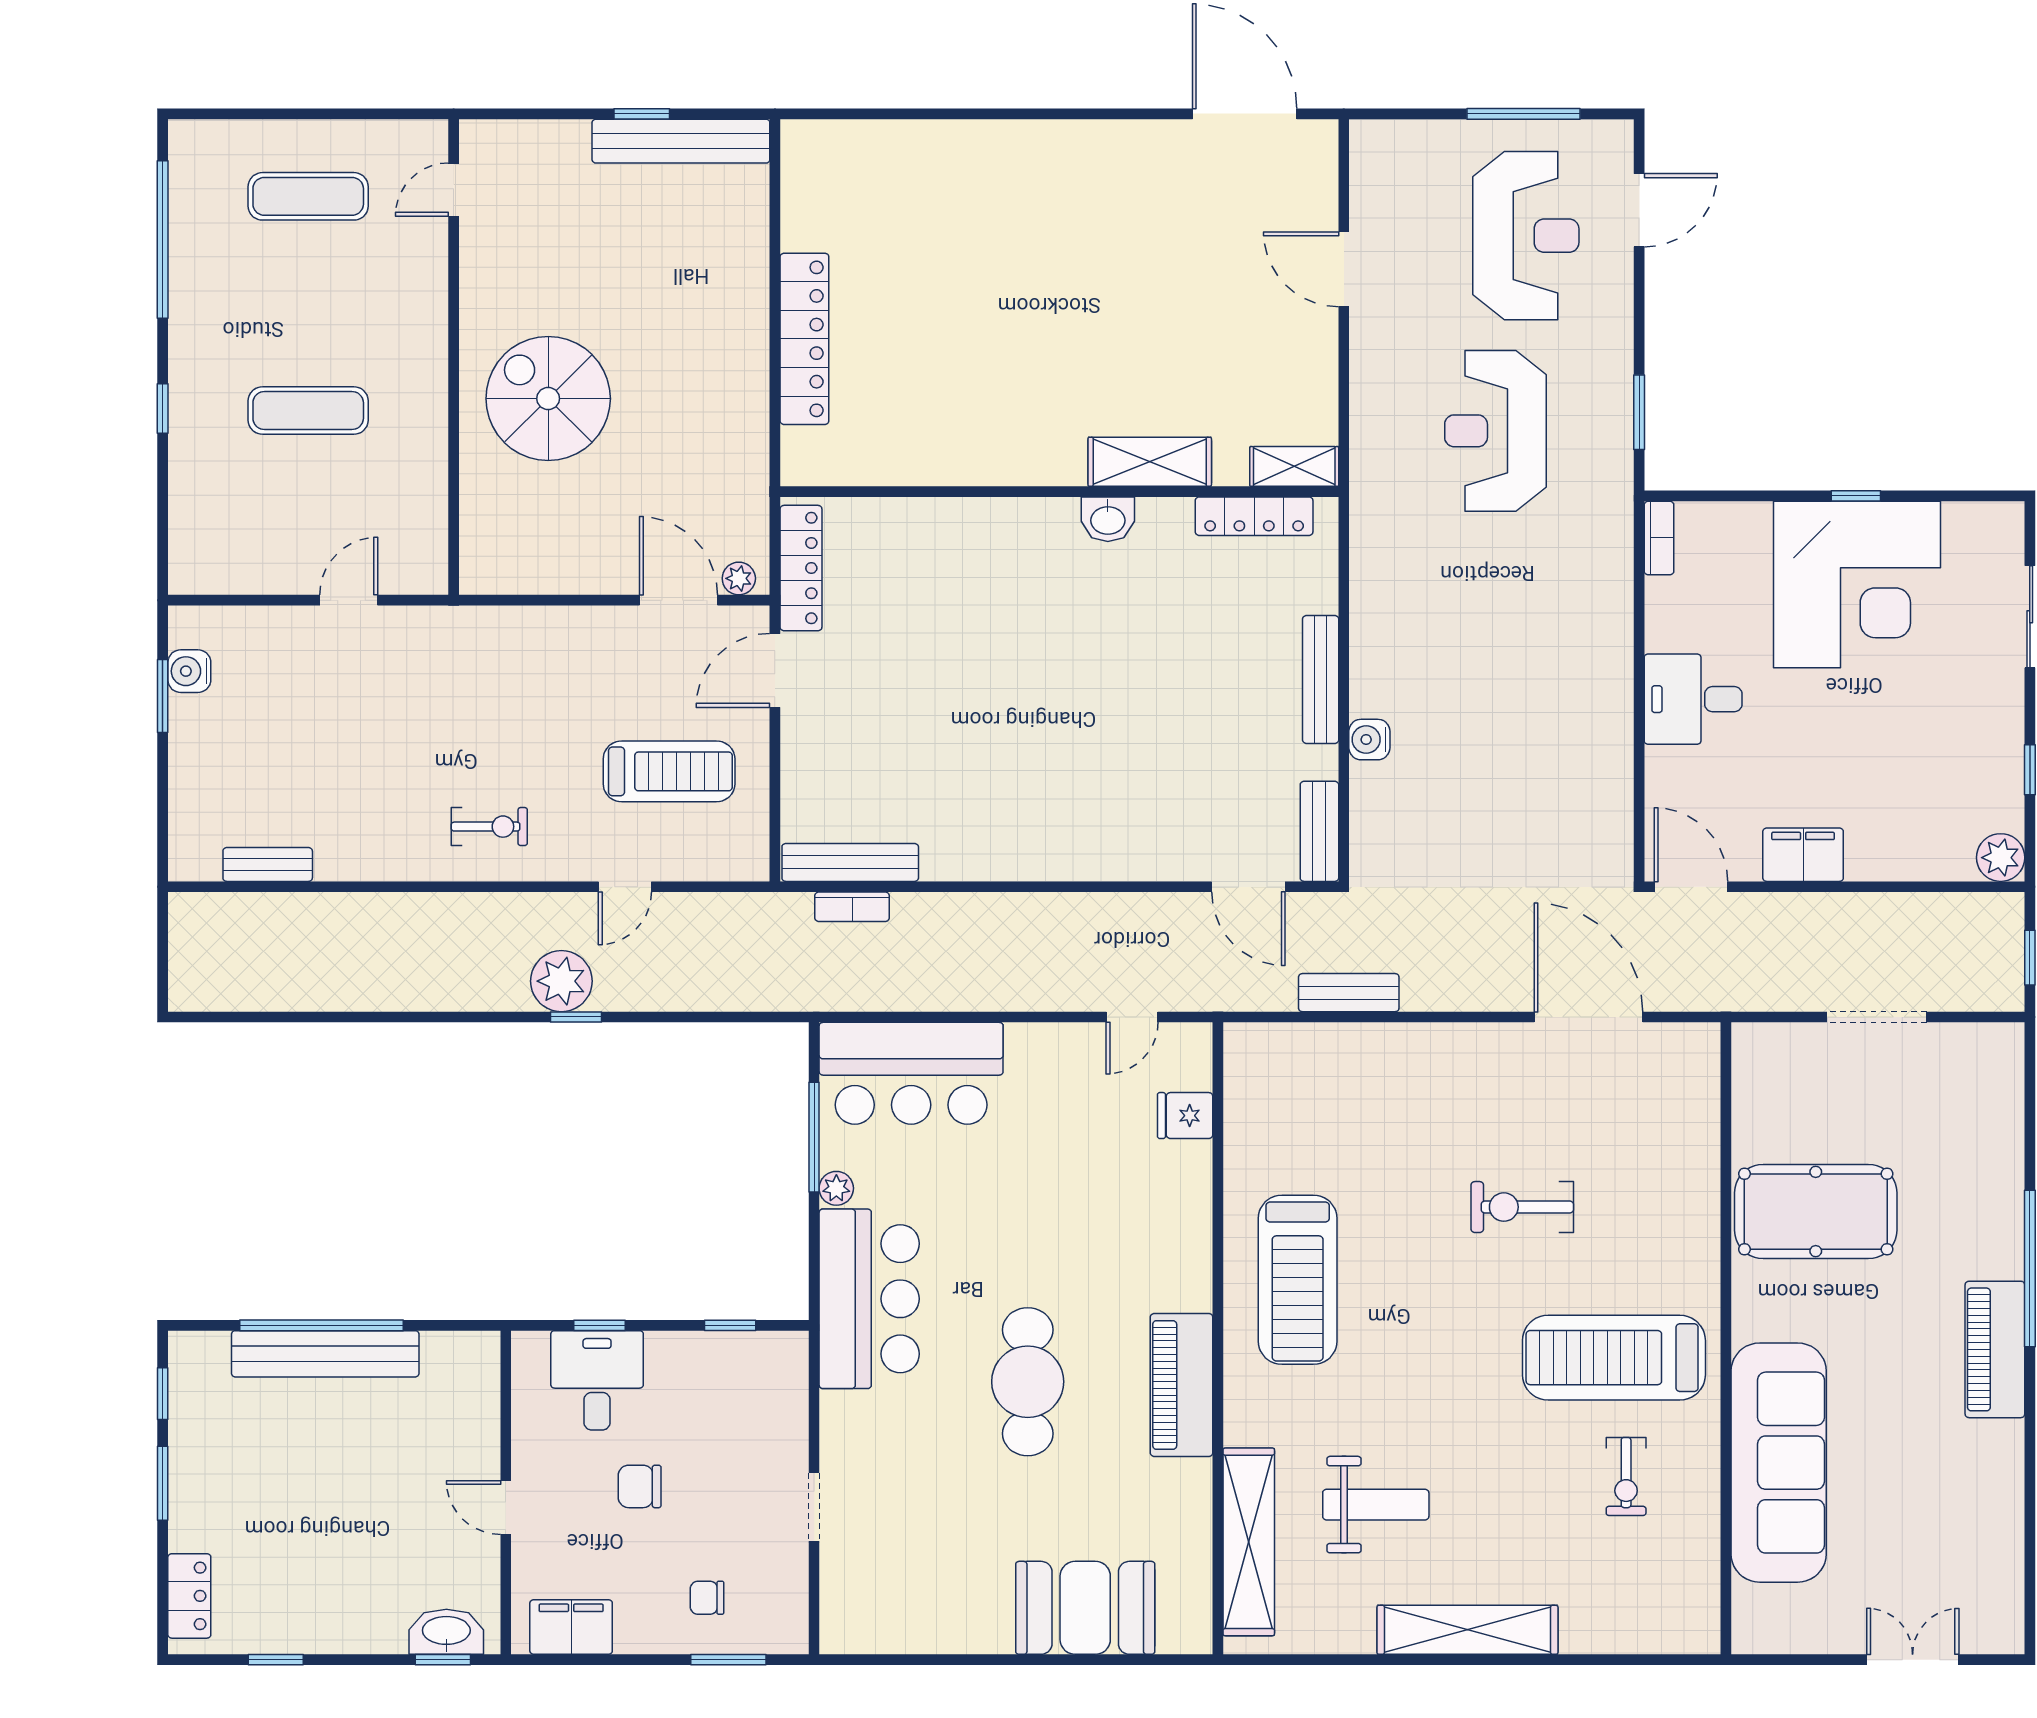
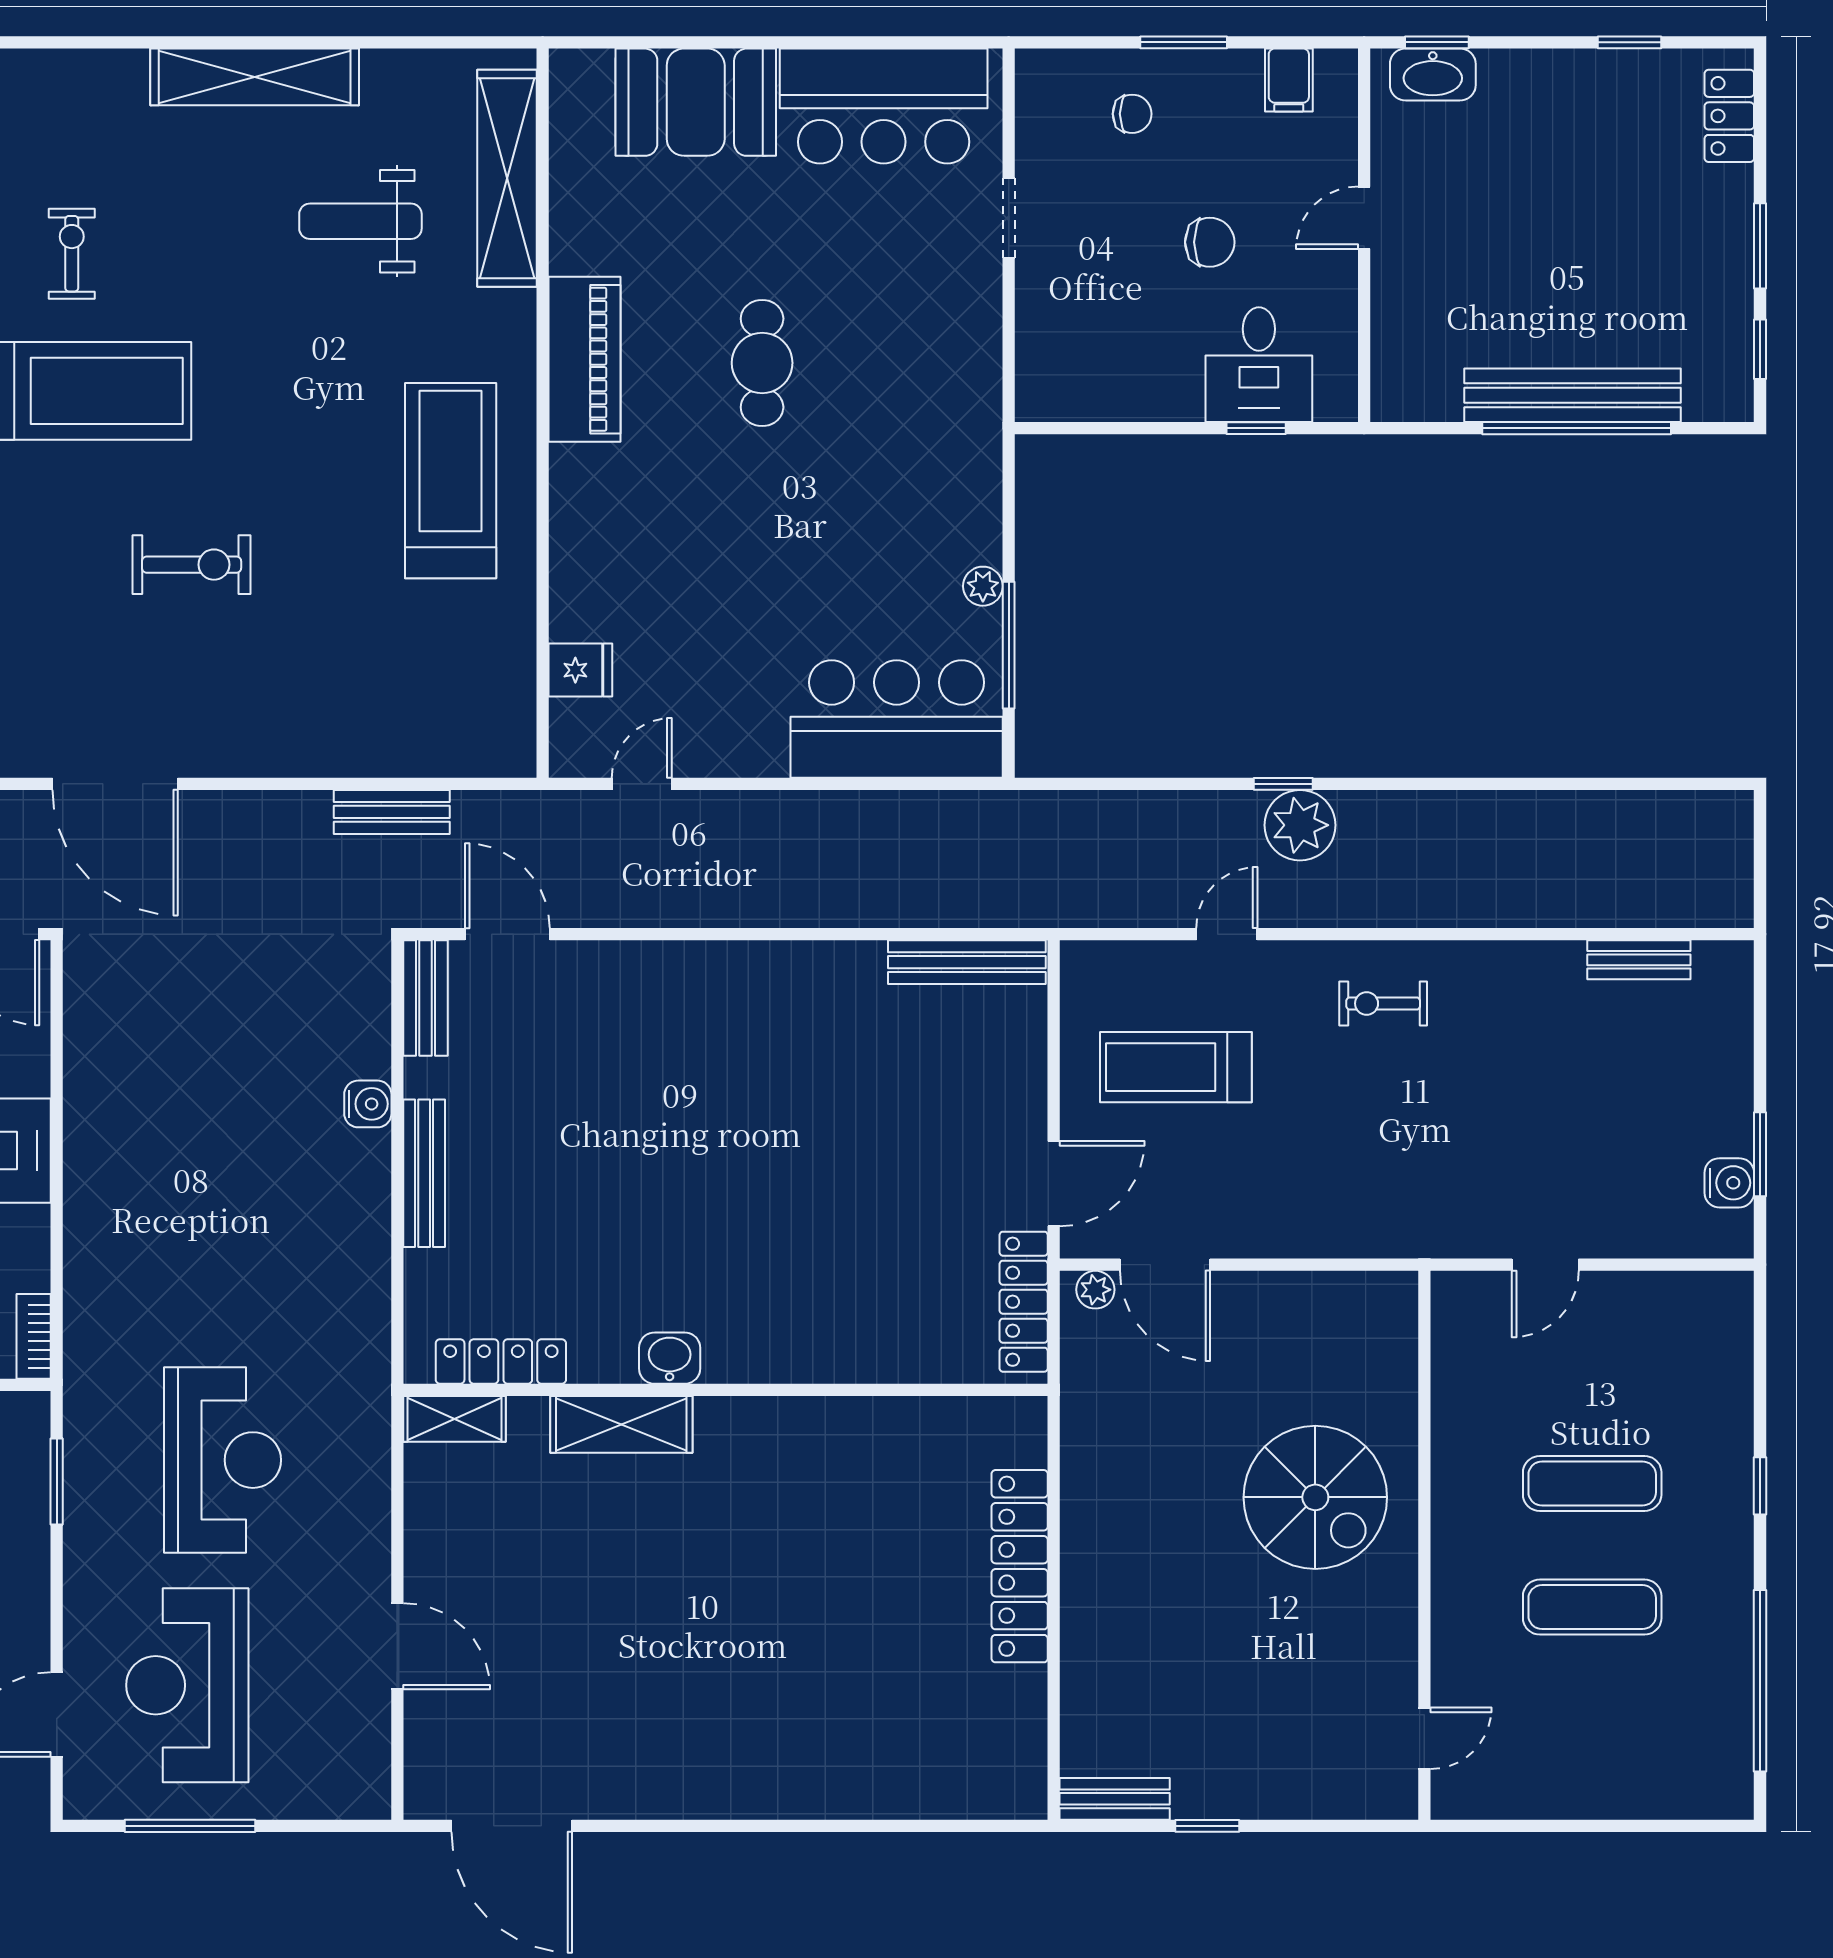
bench: (681, 141) -> (1115, 1799), width x0.54, depth x0.82
exercise mat: (308, 196) -> (1592, 1607), moved
bookcase: (852, 907) -> (965, 911), removed
bar counter: (869, 1299) -> (884, 106), moved, turned -90
window: (730, 1325) -> (1105, 428), removed
cafe table: (1028, 1382) -> (762, 363), width x0.73, depth x0.74
door: (506, 1508) -> (1364, 218), swing flipped
filing cabinet: (571, 1627) -> (1289, 80), width x0.50
window: (728, 1660) -> (1184, 42), moved

